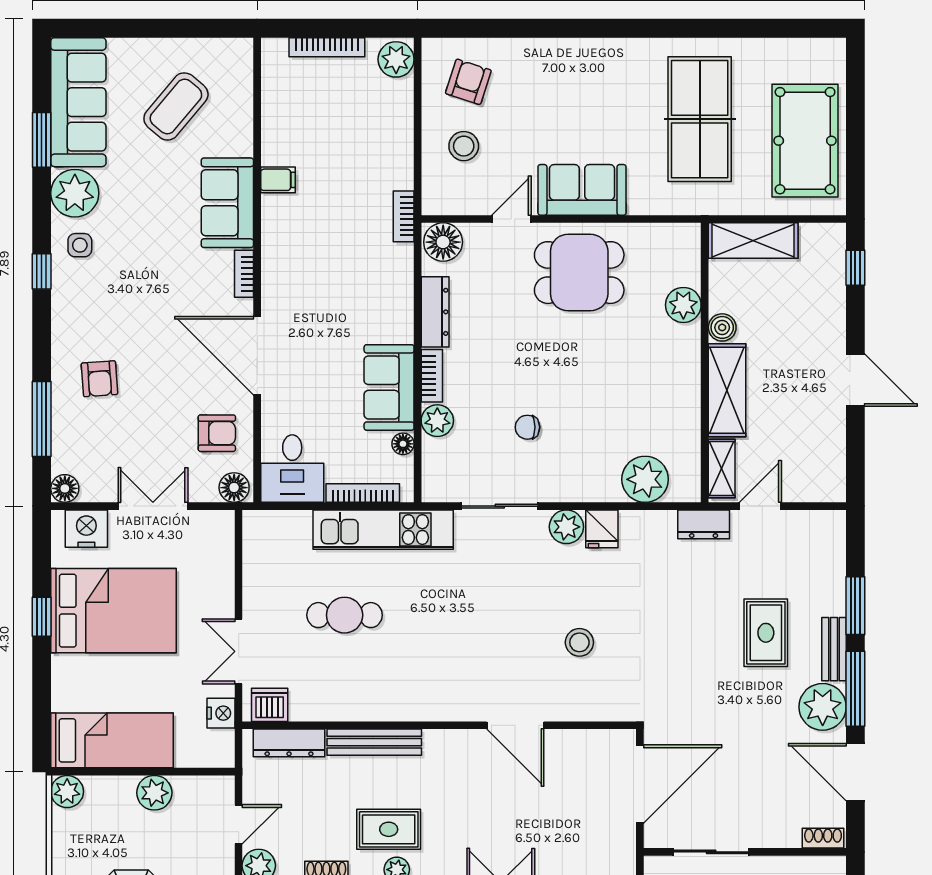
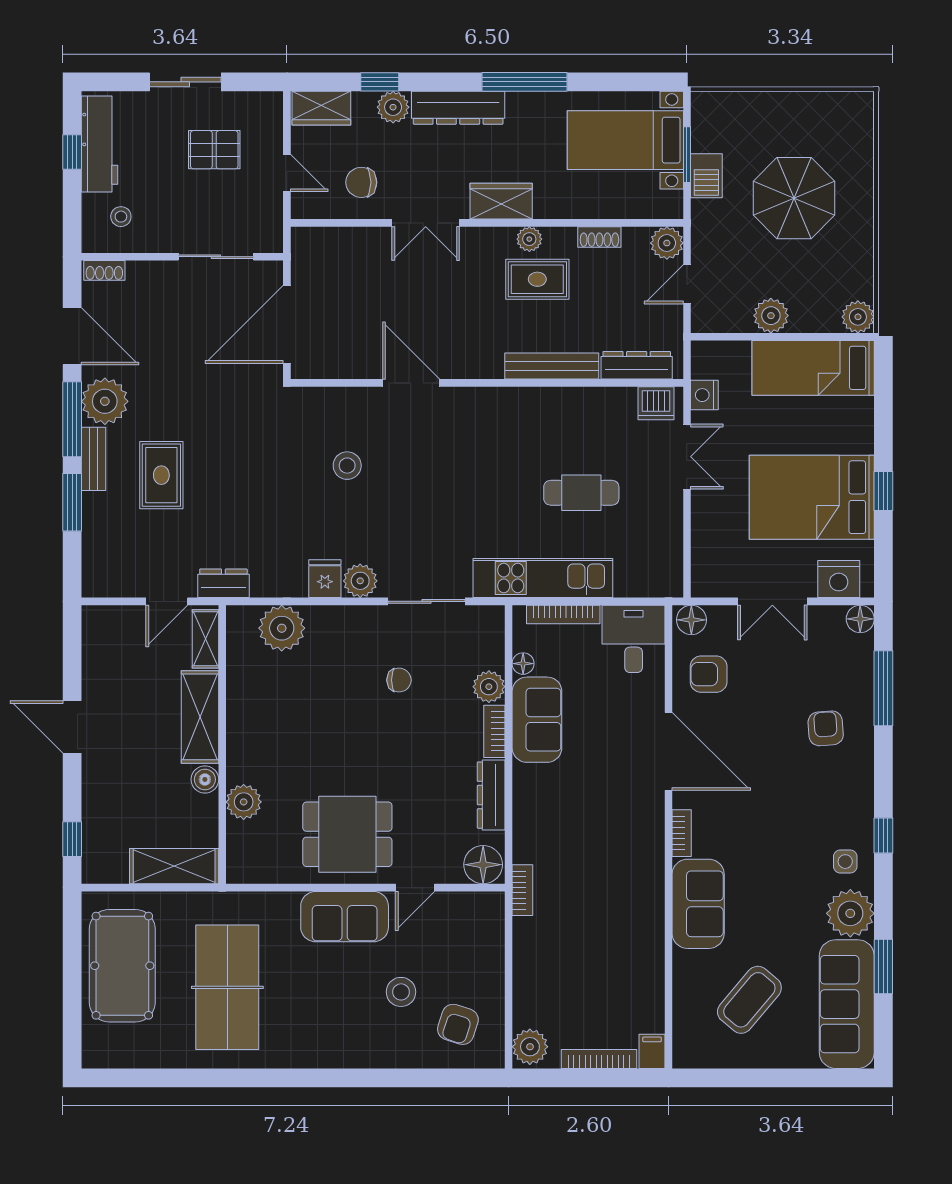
stool: (464, 146) -> (401, 992), moved
filing cabinet: (278, 180) -> (652, 1051), moved, turned 90

